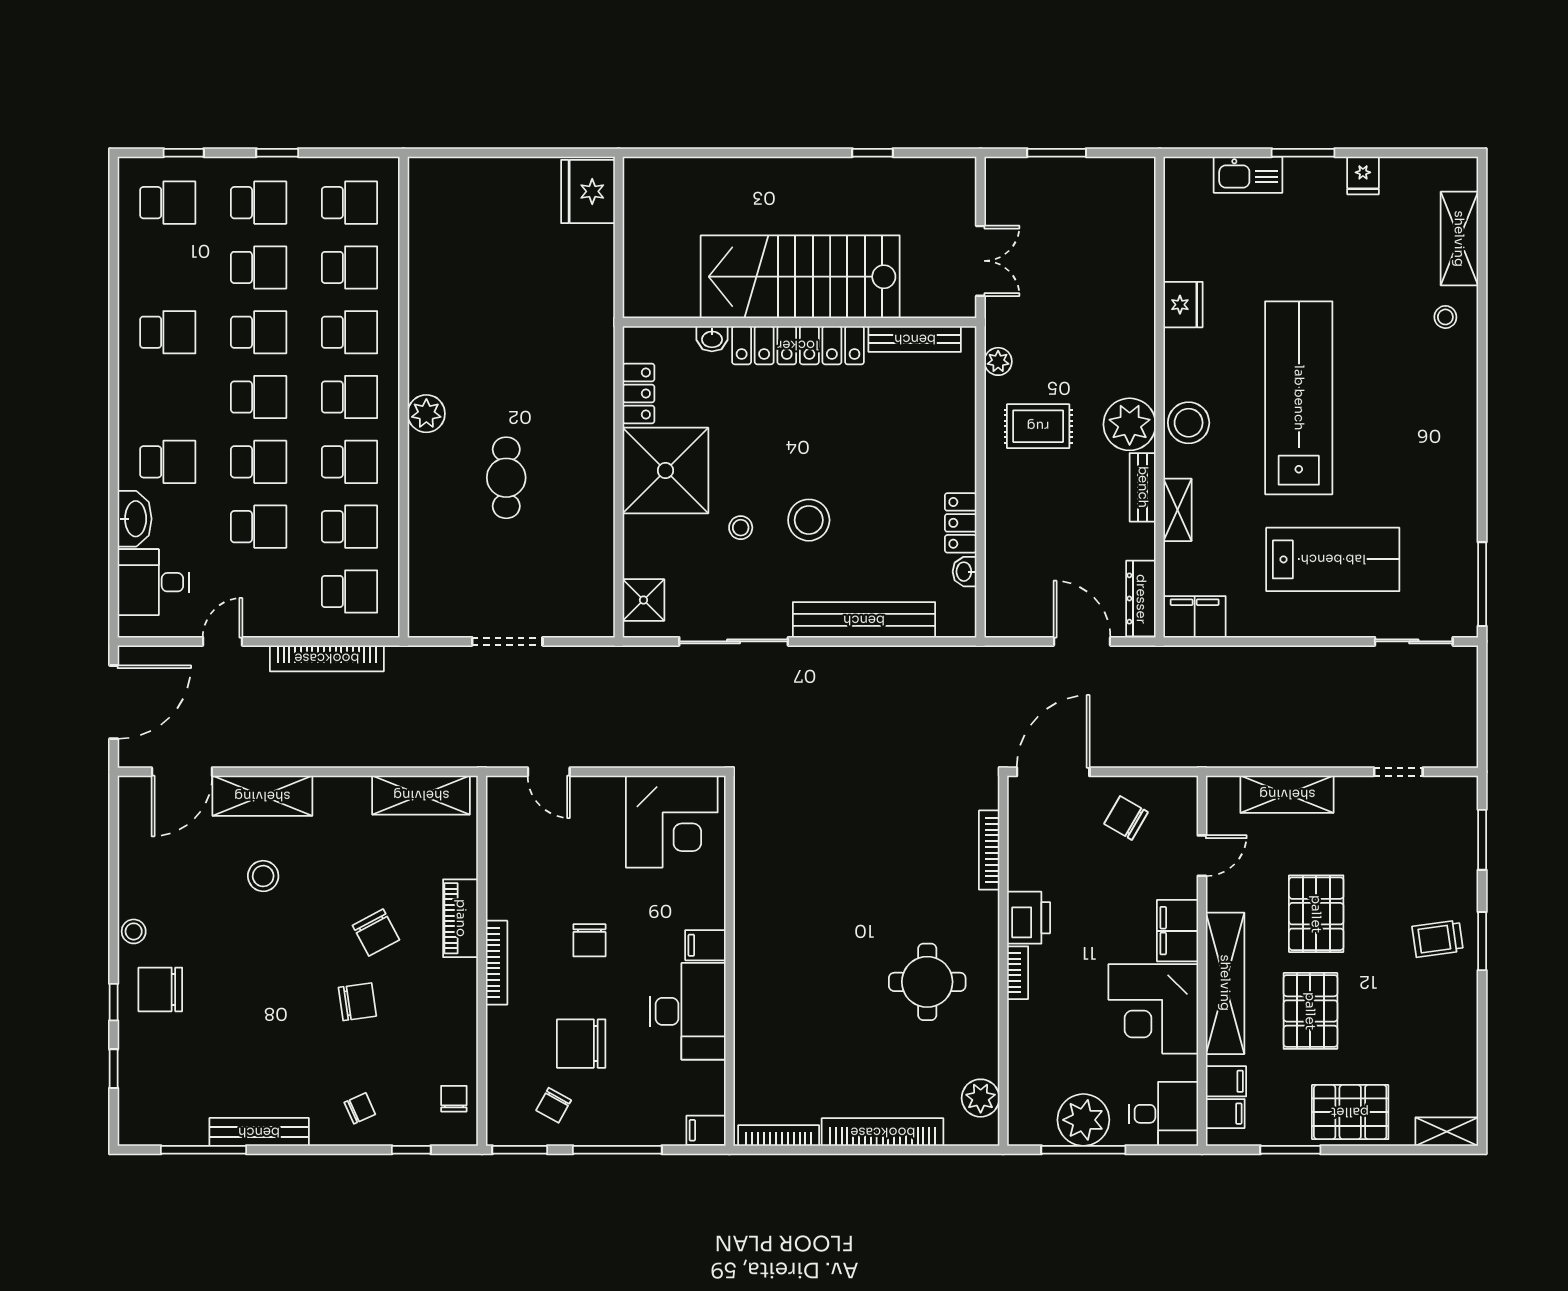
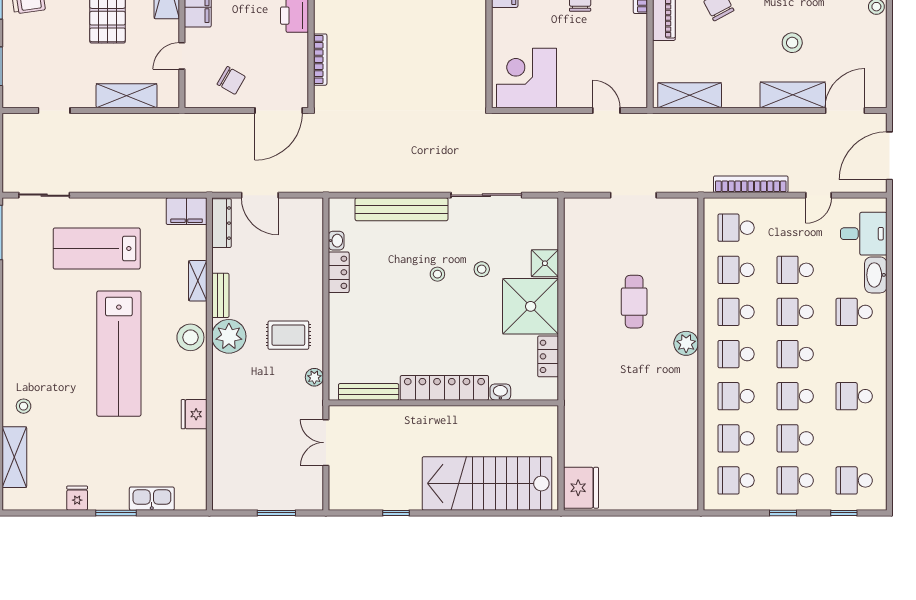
stairs: (800, 277) -> (487, 483), moved, turned 180
stool: (809, 520) -> (437, 274), width x0.53, depth x0.53
shower: (643, 600) -> (545, 263), moved

